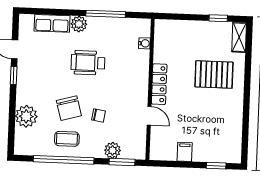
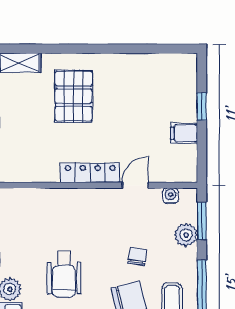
water cooler: (144, 43) -> (171, 196), moved
window: (216, 166) -> (202, 107), moved

